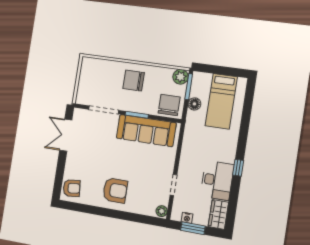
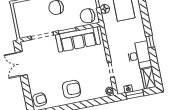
chair: (169, 105) -> (88, 16), turned -90

